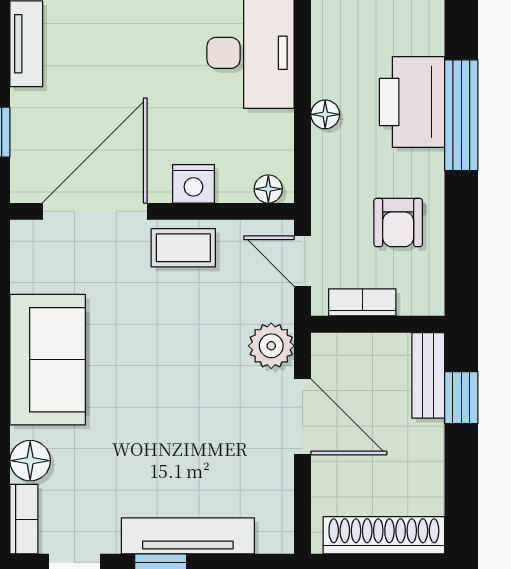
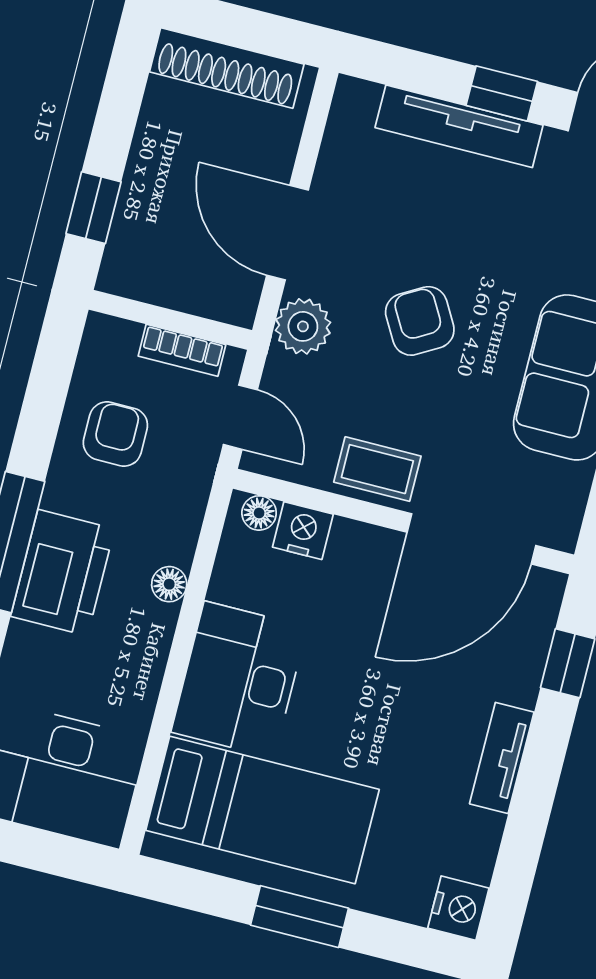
nightstand: (193, 184) -> (303, 531), moved
armchair: (180, 374) -> (420, 321), added
bench: (428, 375) -> (126, 244), removed

